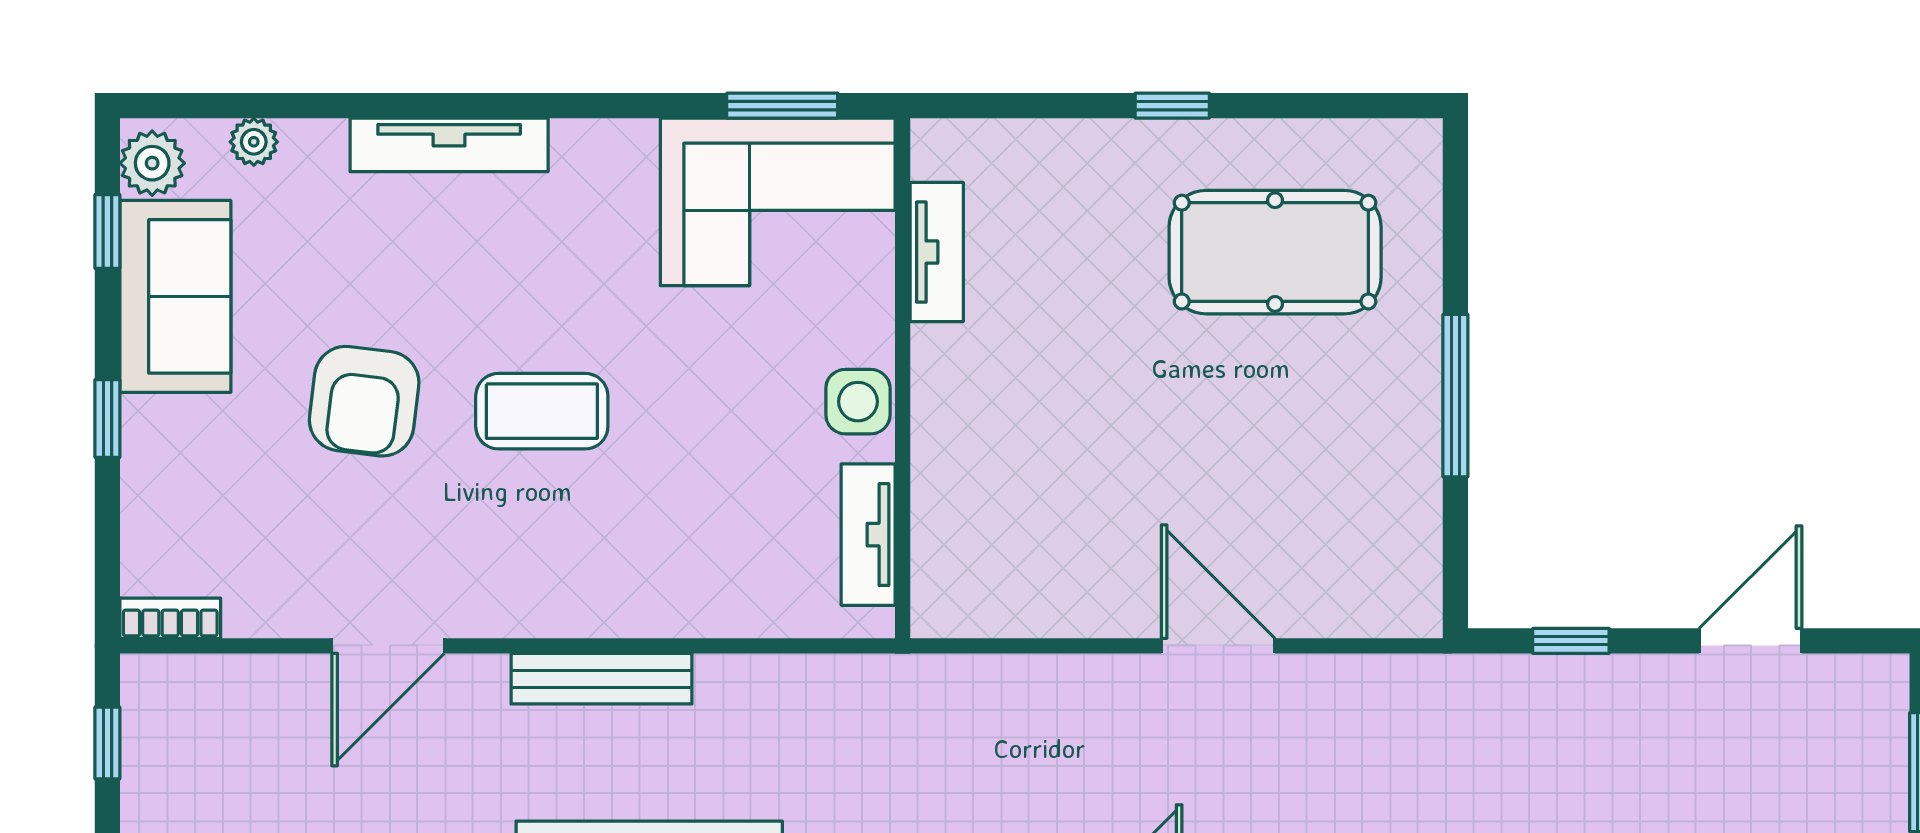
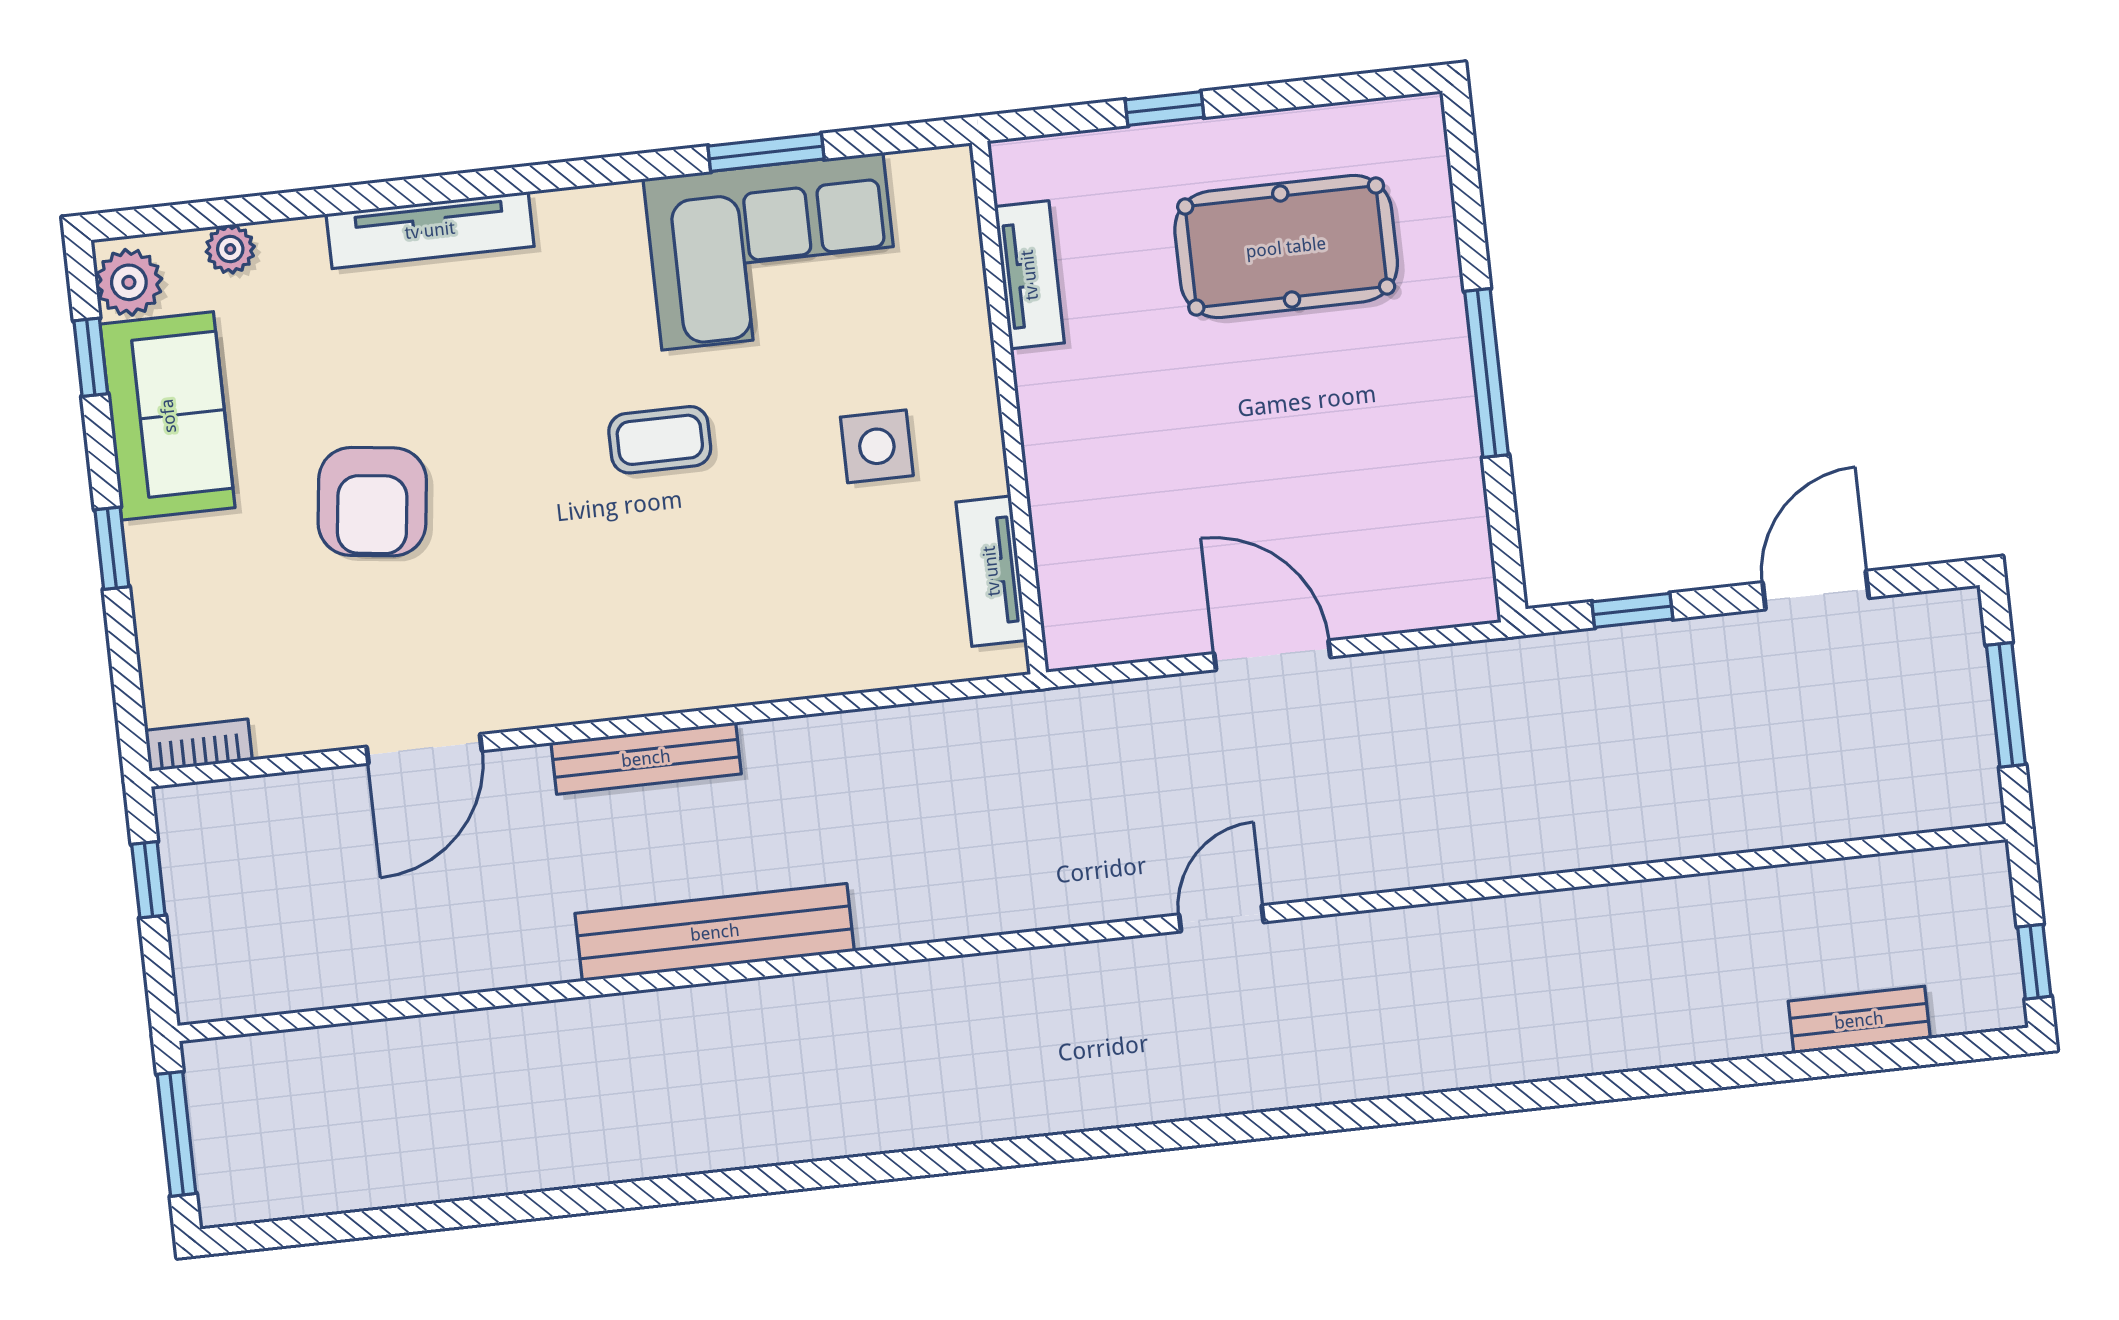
tv unit: (937, 252) -> (1029, 275), moved
wall: (903, 378) -> (1009, 408), moved
coffee table: (542, 411) -> (660, 440), moved, width x0.73, depth x0.77
tv unit: (868, 535) -> (991, 571), moved

